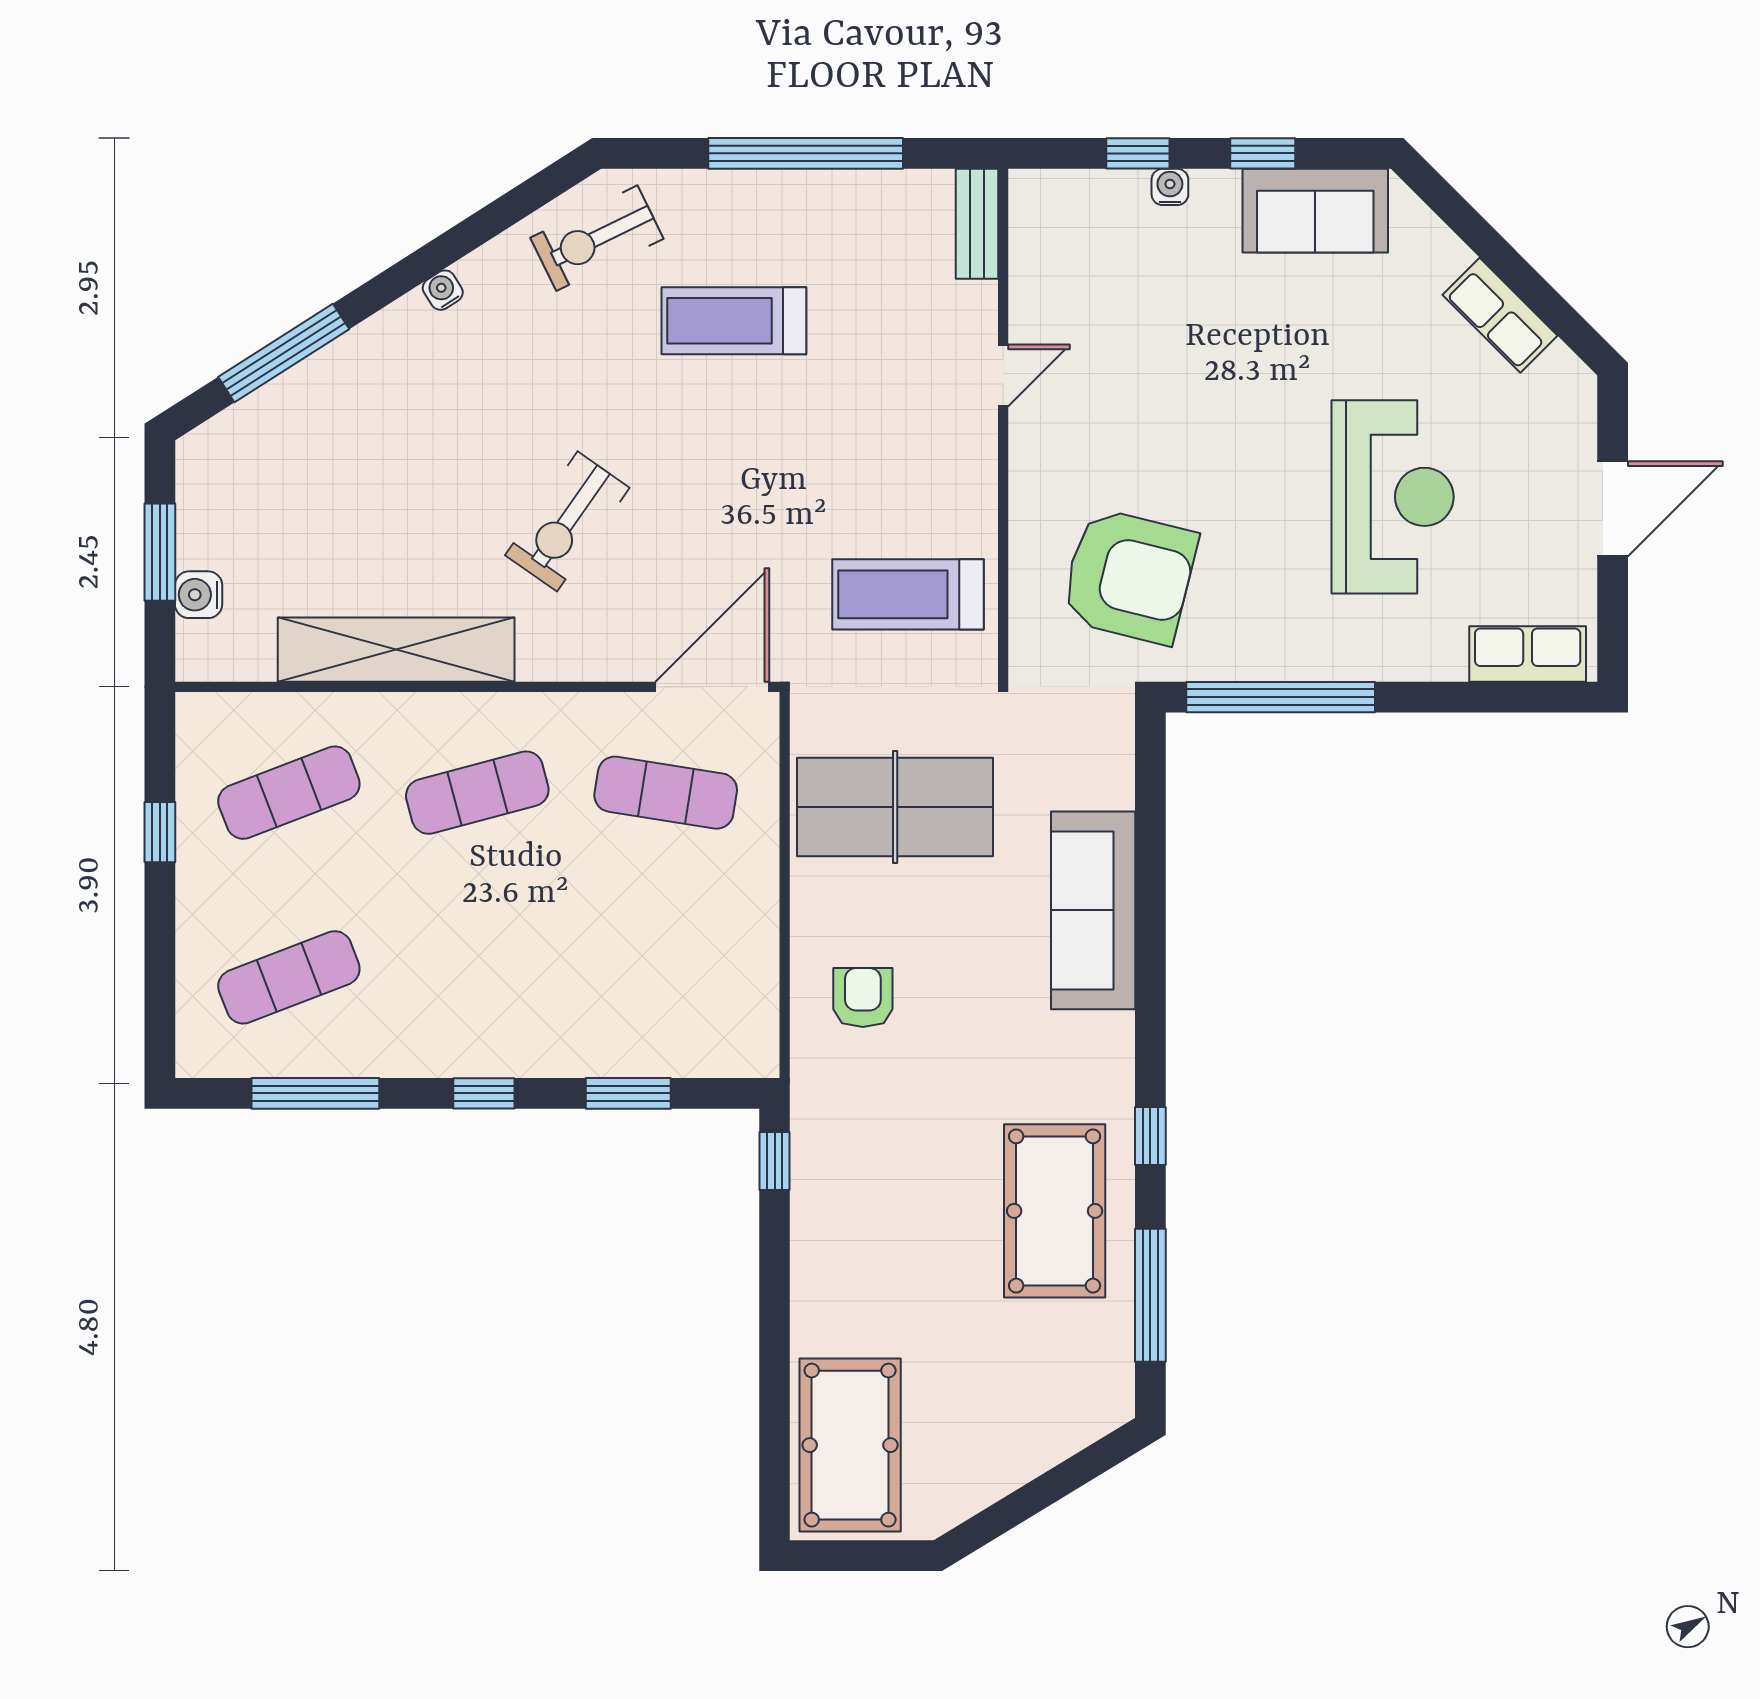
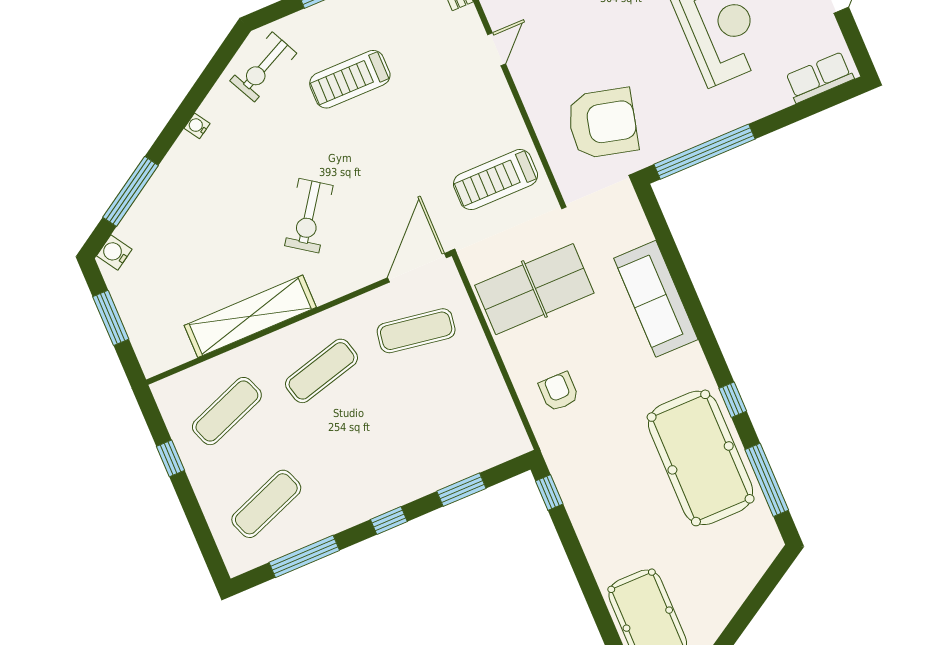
water cooler: (199, 595) -> (114, 253), moved, turned 57
pool table: (1055, 1211) -> (701, 458), width x1.36, depth x1.32

